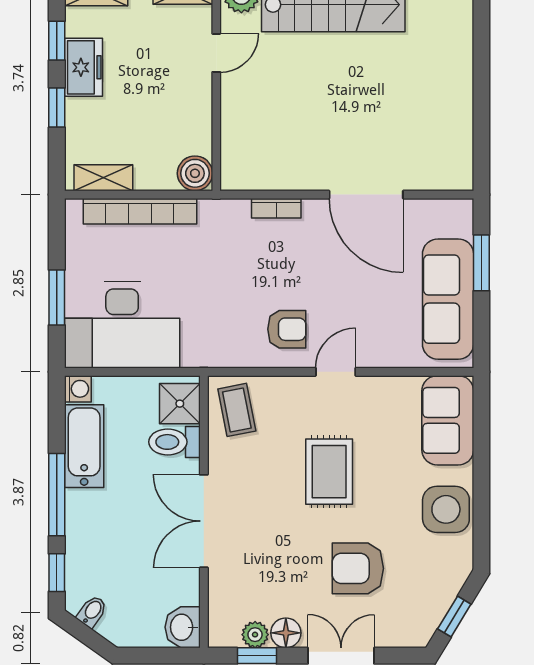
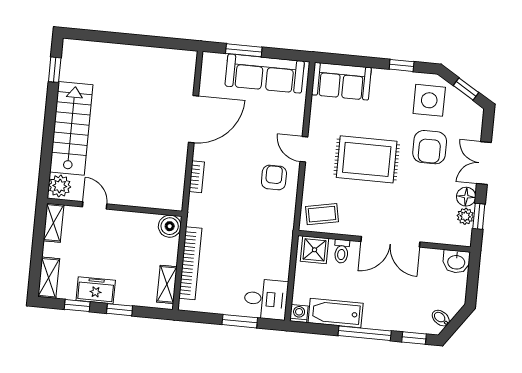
desk: (122, 325) -> (266, 299), width x0.53, depth x0.77
toilet: (174, 442) -> (342, 251), width x0.73, depth x0.72
rug: (329, 472) -> (367, 159), width x1.36, depth x1.43
side table: (446, 509) -> (429, 100), moved
window: (481, 512) -> (402, 65), added

